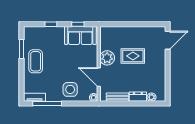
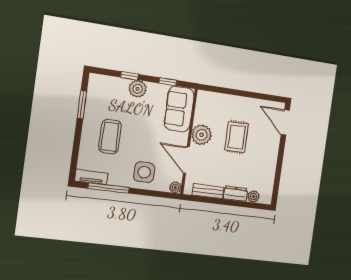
plant: (58, 32) -> (138, 89), added
sofa: (80, 35) -> (179, 109), moved, turned 90
door: (168, 40) -> (285, 122), swing flipped
rug: (133, 56) -> (237, 137), turned 90
coffee table: (36, 61) -> (110, 137), moved

